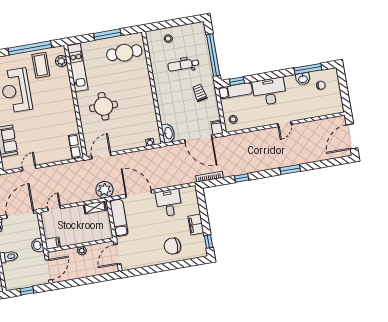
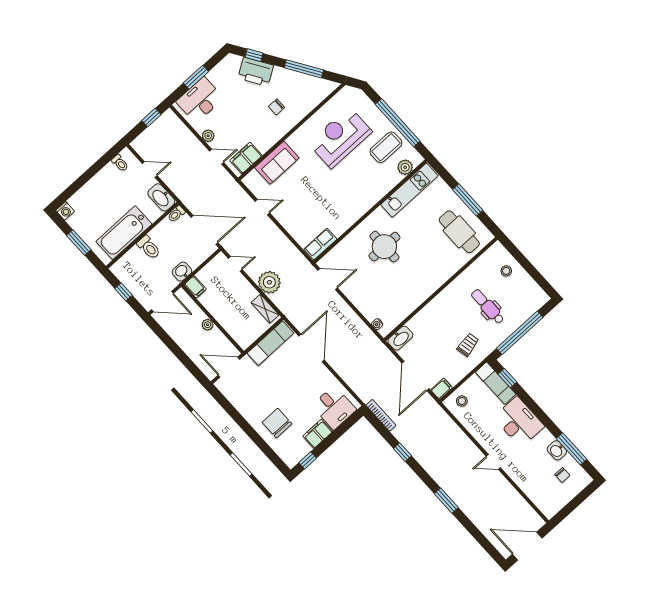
plant: (104, 190) -> (269, 282), moved
desk: (169, 203) -> (334, 408), moved, turned 90

